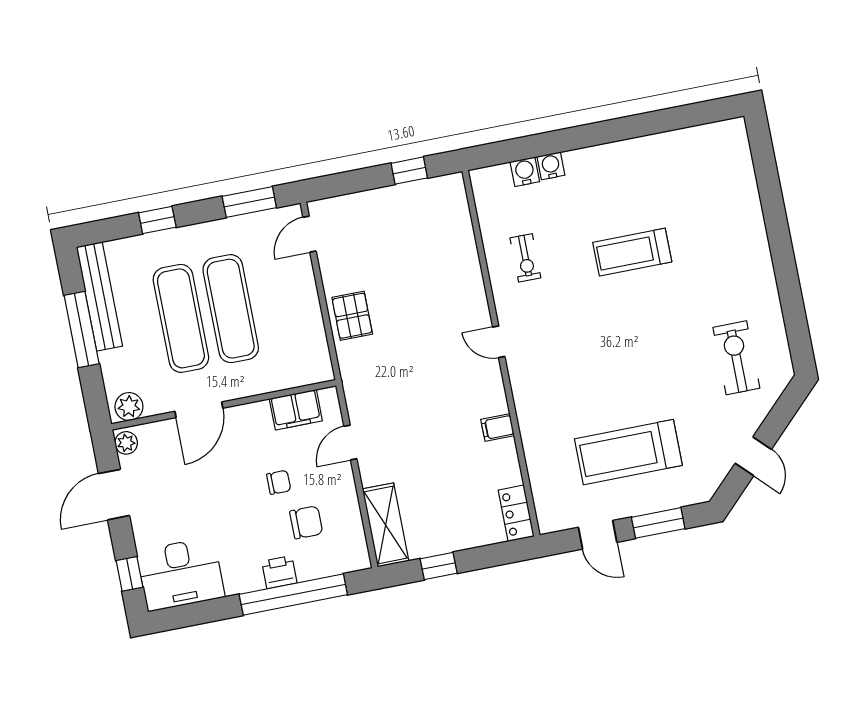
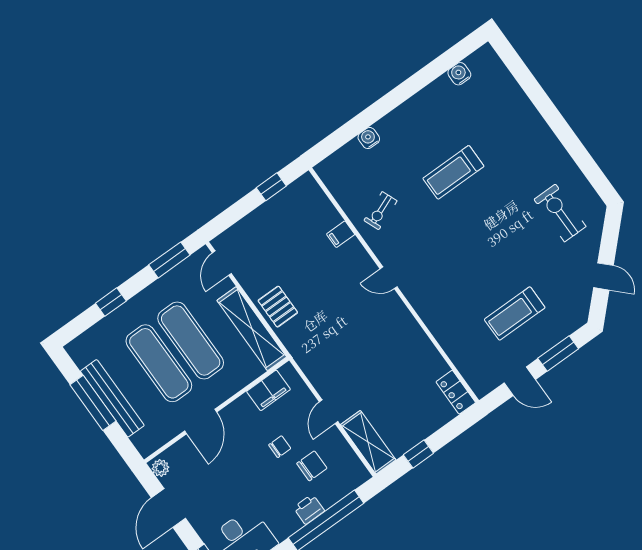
water cooler: (525, 172) -> (459, 74), moved
exercise bike: (525, 258) -> (380, 211), turned 68
bench: (99, 296) -> (112, 398), moved
shelving: (309, 328) -> (252, 329), added
plant: (129, 407) -> (151, 442), removed
filing cabinet: (498, 428) -> (341, 234), moved
door: (350, 442) -> (329, 412), moved
treadmill: (628, 452) -> (515, 314), width x0.73, depth x0.73

